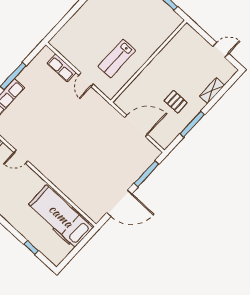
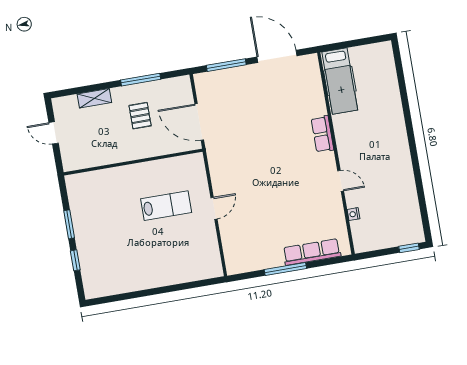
wall: (149, 61) -> (133, 162), moved
row of seats: (62, 68) -> (322, 134), moved, turned 180
hospital bed: (61, 216) -> (340, 81), width x0.73, depth x0.78
window: (31, 248) -> (401, 80), removed

